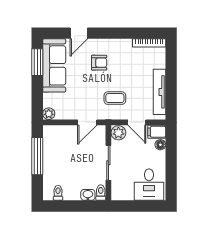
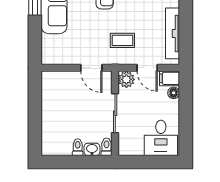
plant: (49, 114) -> (48, 58), removed
door: (87, 122) -> (91, 68), hinge flipped
window: (37, 156) -> (35, 106), removed
toilet: (58, 193) -> (78, 147), moved

